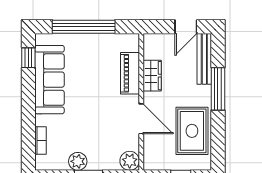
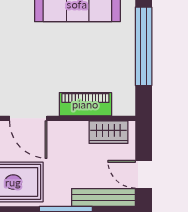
wardrobe: (152, 76) -> (108, 132), moved
door: (141, 119) -> (28, 118), hinge flipped

